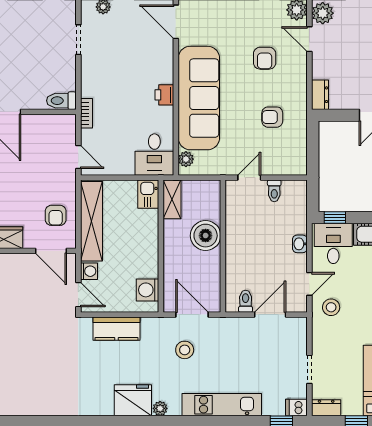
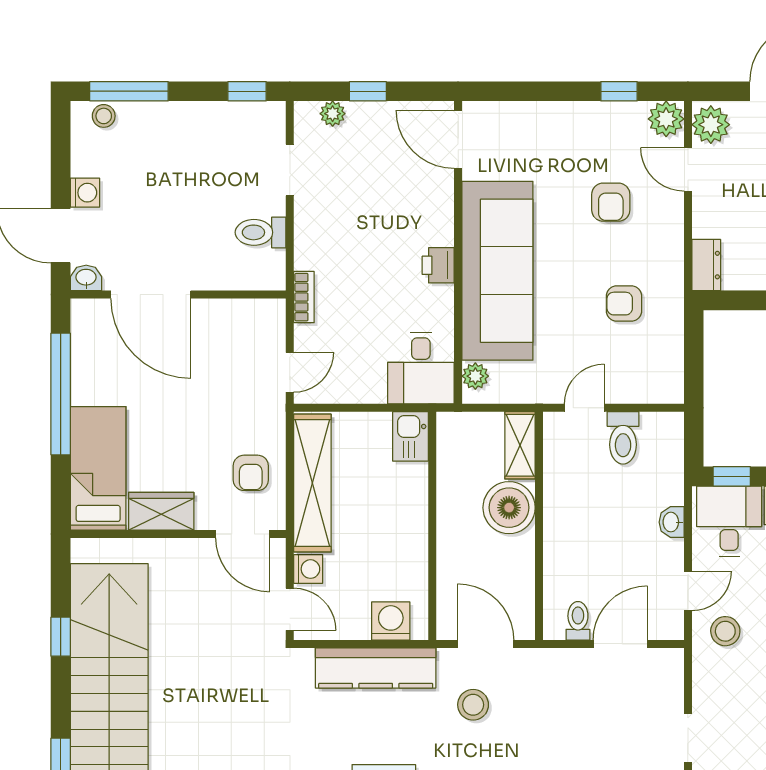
toilet: (61, 101) -> (261, 232), moved
door: (78, 157) -> (290, 372), hinge flipped
toilet: (274, 191) -> (623, 438), width x1.37, depth x1.39
shelving: (172, 199) -> (520, 445), moved
washing machine: (148, 290) -> (391, 621), moved, turned 90
kitchen counter: (116, 329) -> (376, 668), width x1.50

